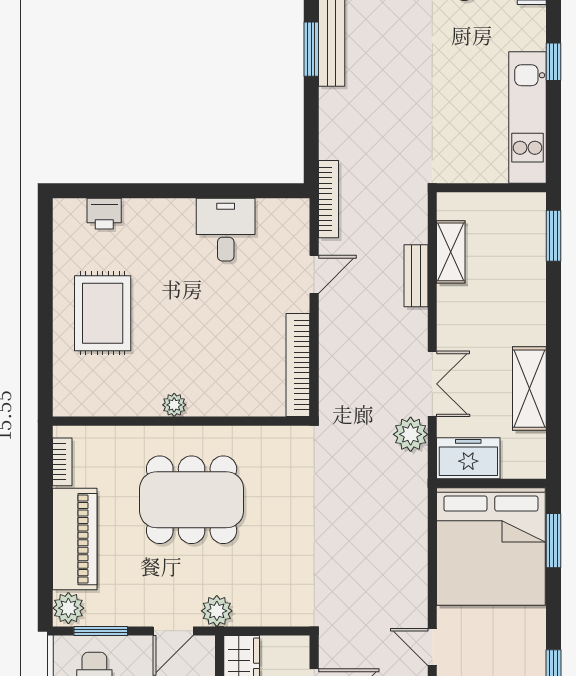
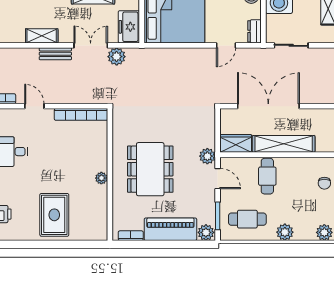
shelving: (451, 252) -> (42, 36), moved
bench: (416, 276) -> (55, 54), moved
rug: (103, 313) -> (54, 215), turned 90

